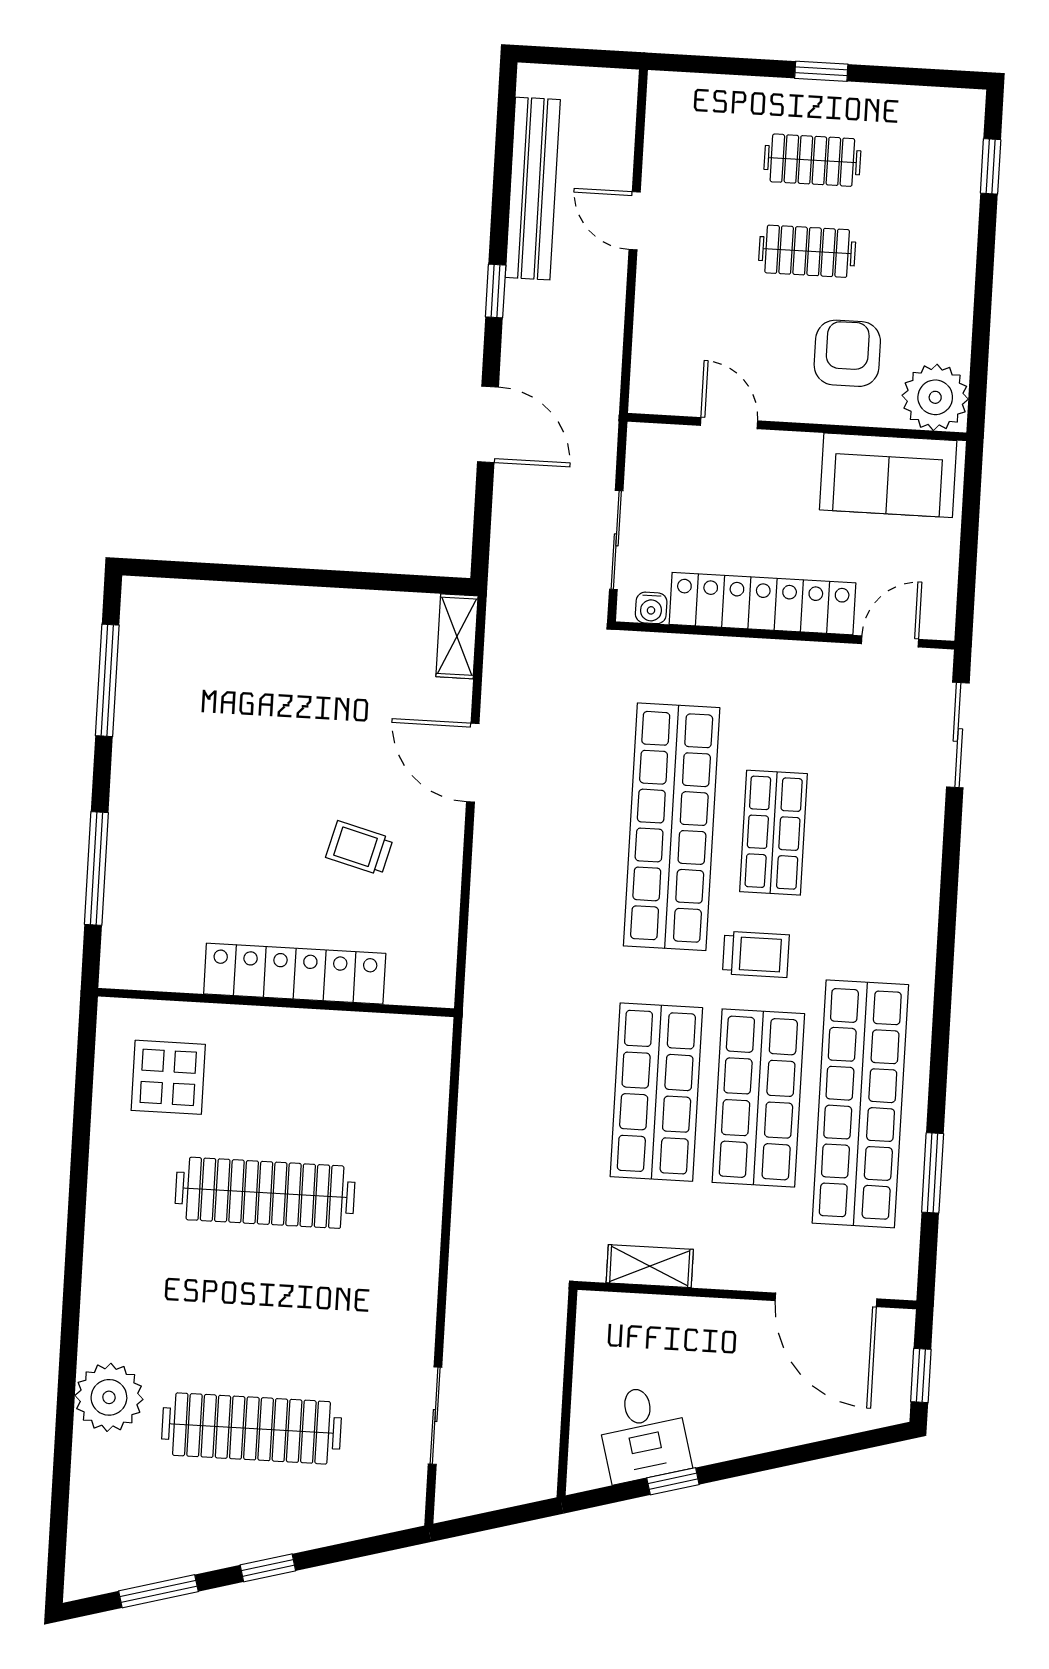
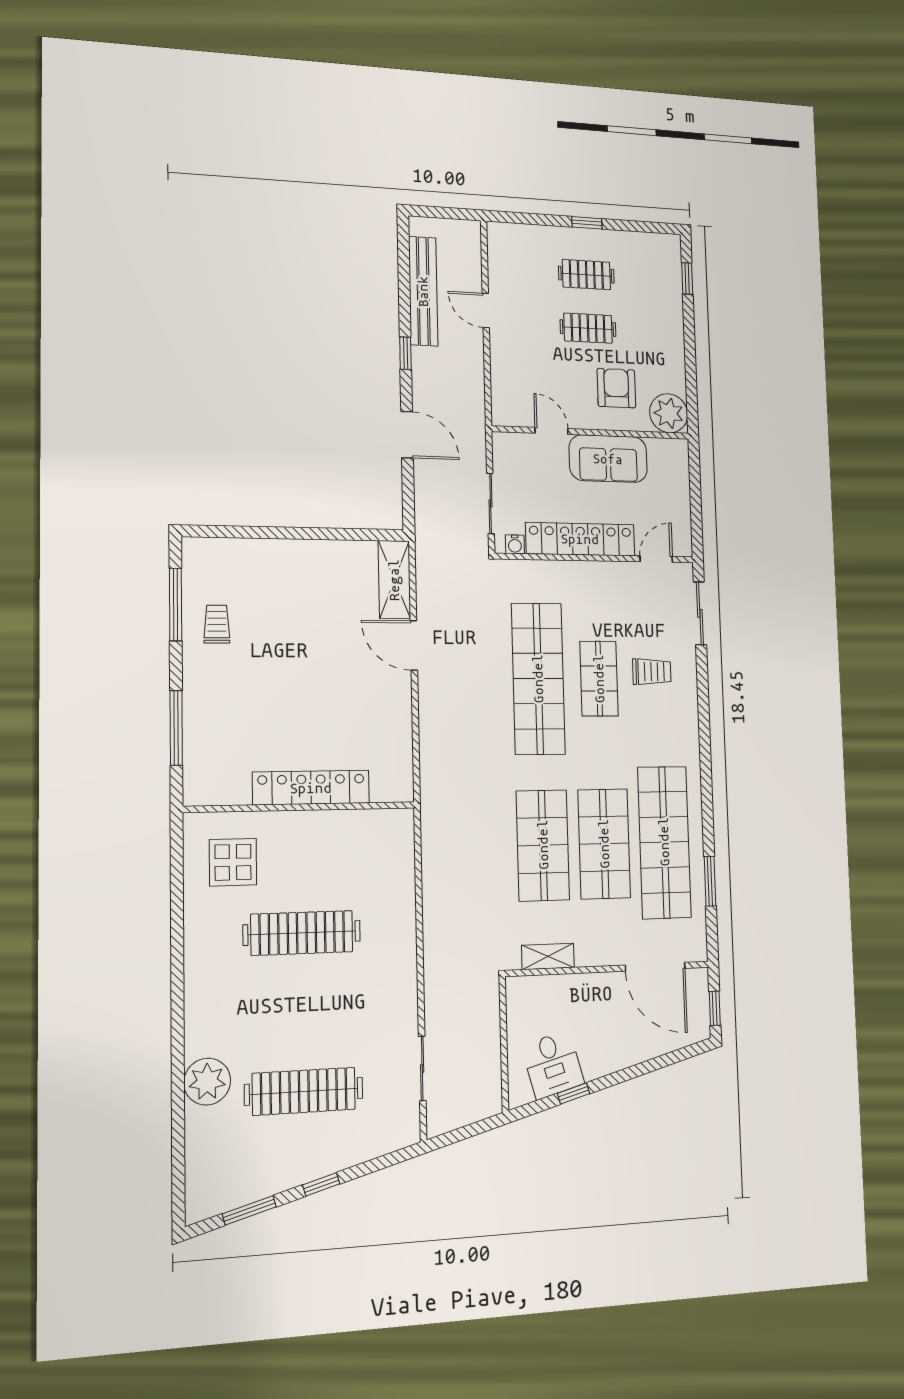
sofa: (888, 475) -> (608, 459), moved
shelving: (457, 636) -> (394, 580), width x1.50, depth x1.33
trolley: (359, 848) -> (217, 624), moved, turned 75
trolley: (756, 954) -> (652, 672), moved

